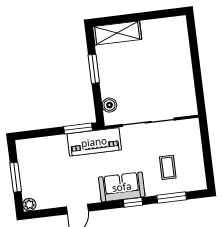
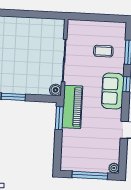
boiler: (109, 105) -> (55, 90), moved
window: (16, 177) -> (90, 175), width x1.44

